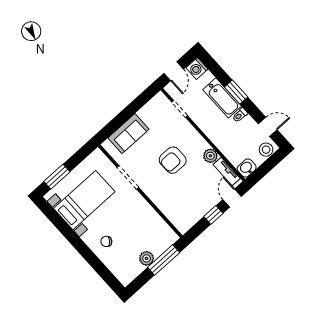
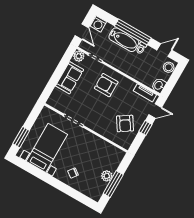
window: (236, 92) -> (133, 32), width x2.11
sofa: (128, 134) -> (70, 78), moved
plant: (210, 156) -> (79, 56), moved
armchair: (173, 160) -> (106, 85), moved, turned 90
door: (232, 198) -> (155, 111), swing flipped
armchair: (190, 201) -> (125, 123), added
window: (164, 260) -> (113, 184), moved

